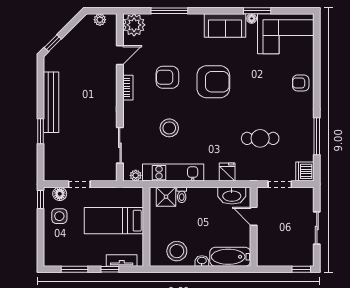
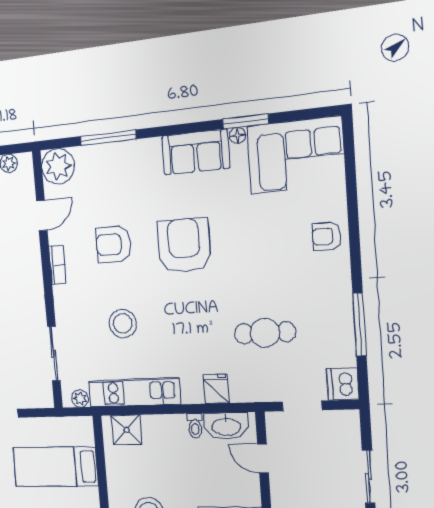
armchair: (213, 82) -> (184, 246), turned -90
toilet: (182, 195) -> (195, 426), moved

